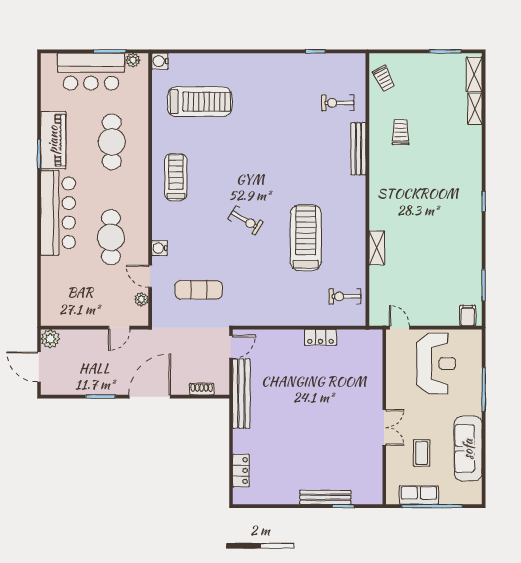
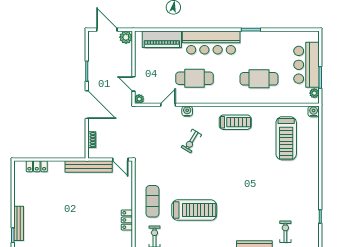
piano: (53, 140) -> (162, 39), moved
exercise bike: (246, 220) -> (191, 141), moved
exercise mat: (199, 290) -> (152, 201), moved
plant: (142, 299) -> (139, 99), moved
door: (39, 367) -> (107, 30), hinge flipped

